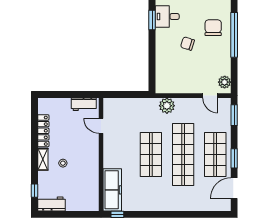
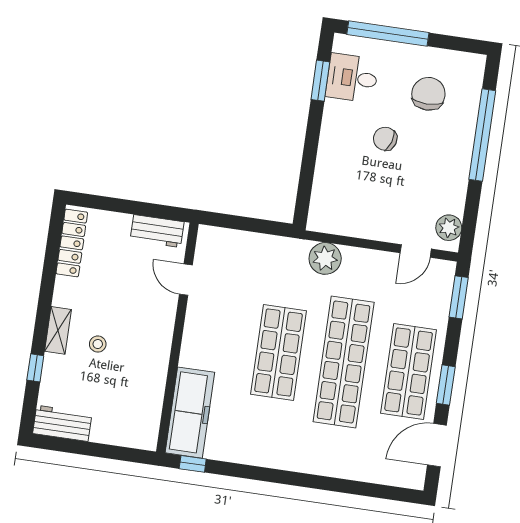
chair: (213, 28) -> (428, 94), moved
door: (210, 96) -> (416, 251), hinge flipped
locker: (43, 131) -> (72, 243), moved
window: (34, 191) -> (35, 368), moved

